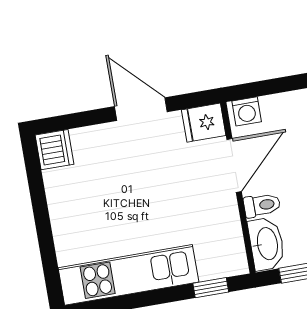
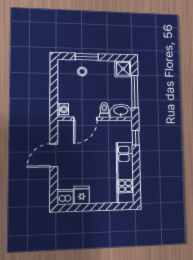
fridge: (204, 123) -> (82, 195), moved, turned 180
door: (234, 165) -> (85, 119), swing flipped

